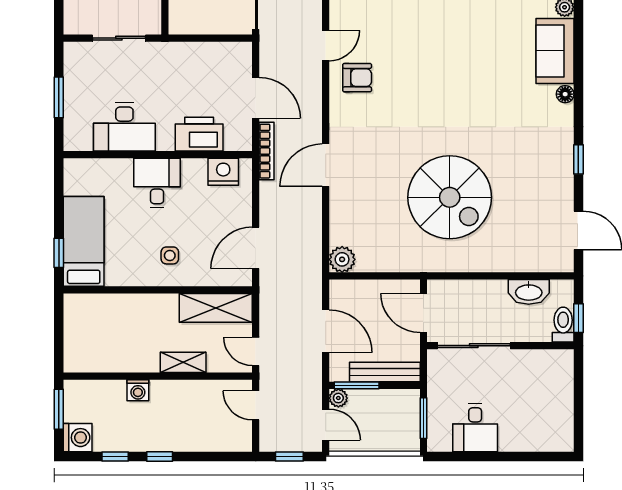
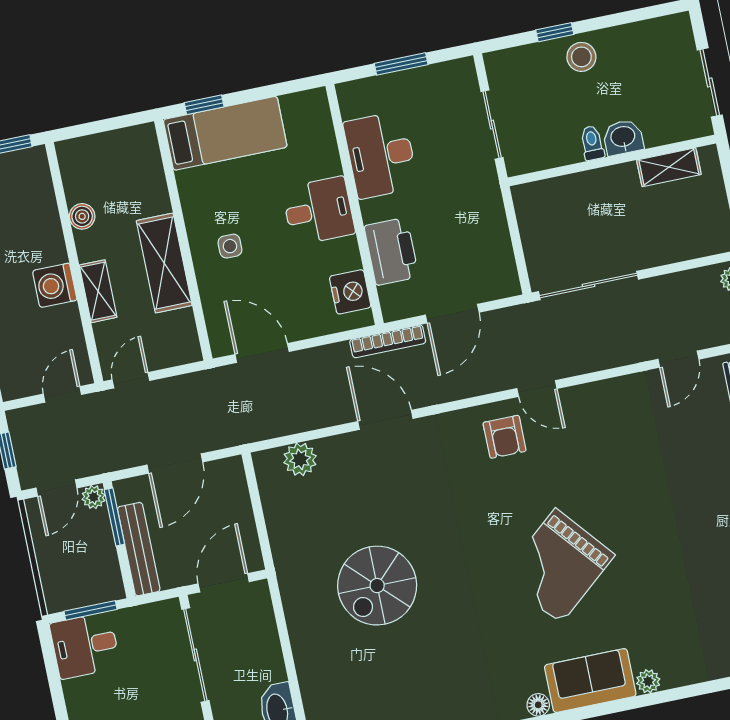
grand piano: (463, 57) -> (558, 566), added
spiral stairs: (450, 197) -> (377, 586), width x0.73, depth x0.73
plant: (342, 259) -> (300, 459), moved
shelving: (216, 308) -> (164, 263), moved
boiler: (124, 363) -> (82, 216), added
washing machine: (138, 390) -> (55, 285), moved, width x1.38, depth x1.38
desk: (475, 428) -> (85, 645), moved

